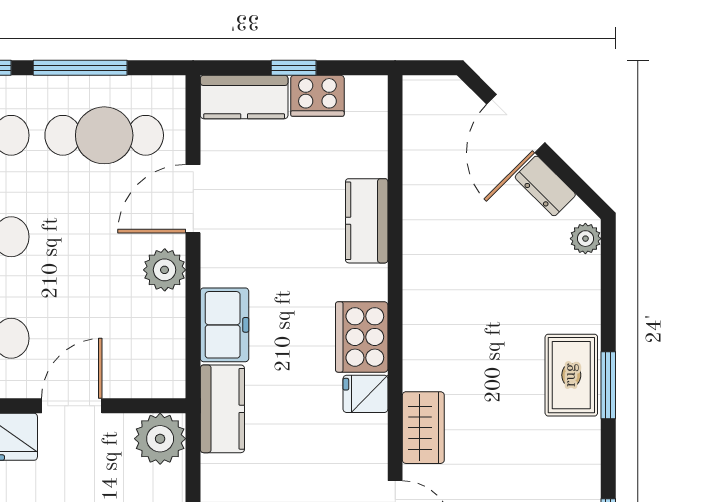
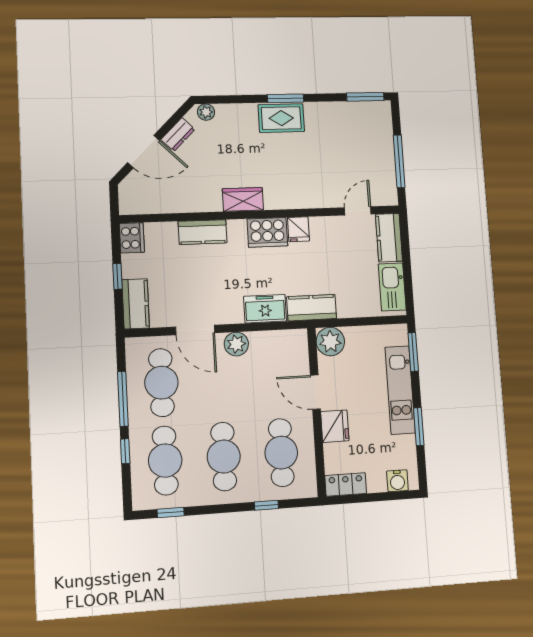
cooker: (317, 96) -> (132, 238), moved
wardrobe: (423, 428) -> (243, 199), moved

